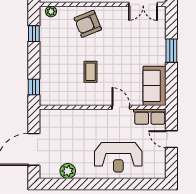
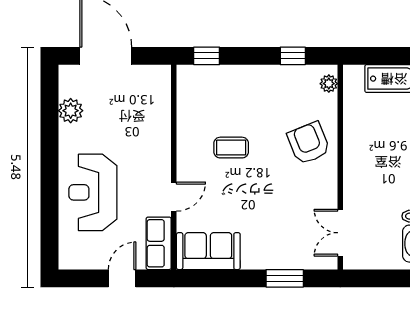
window: (171, 51) -> (285, 278), moved

